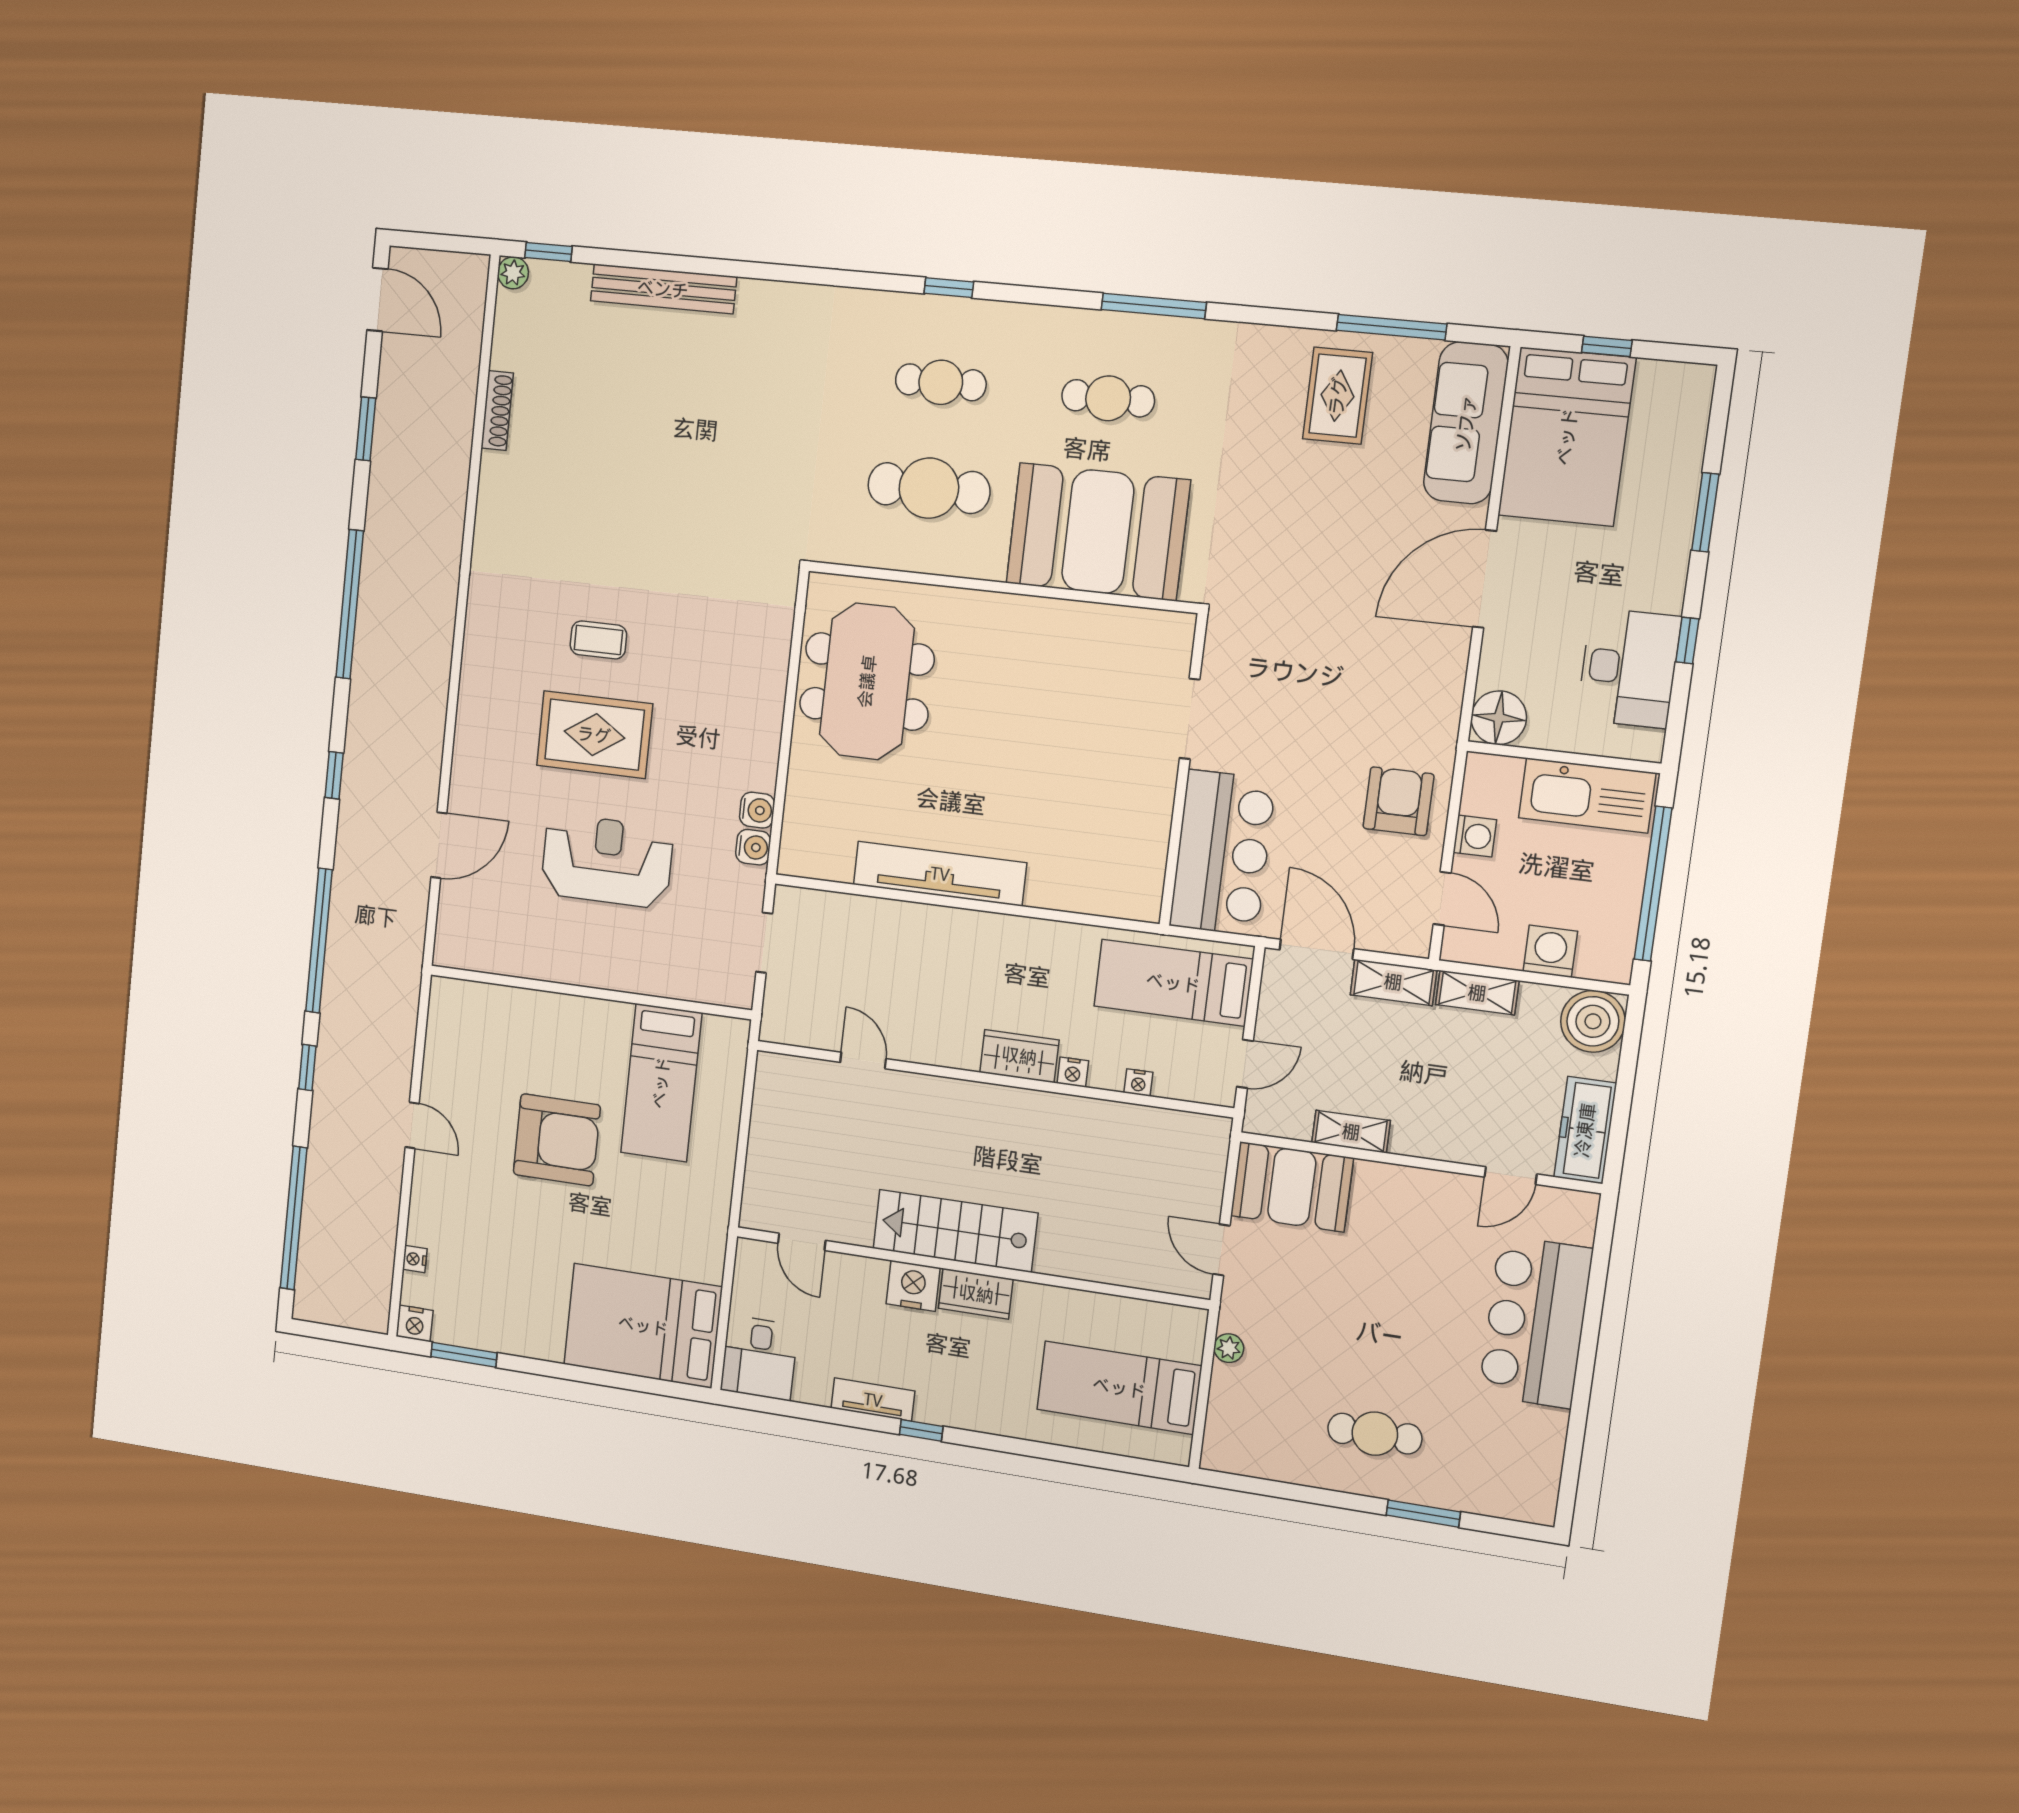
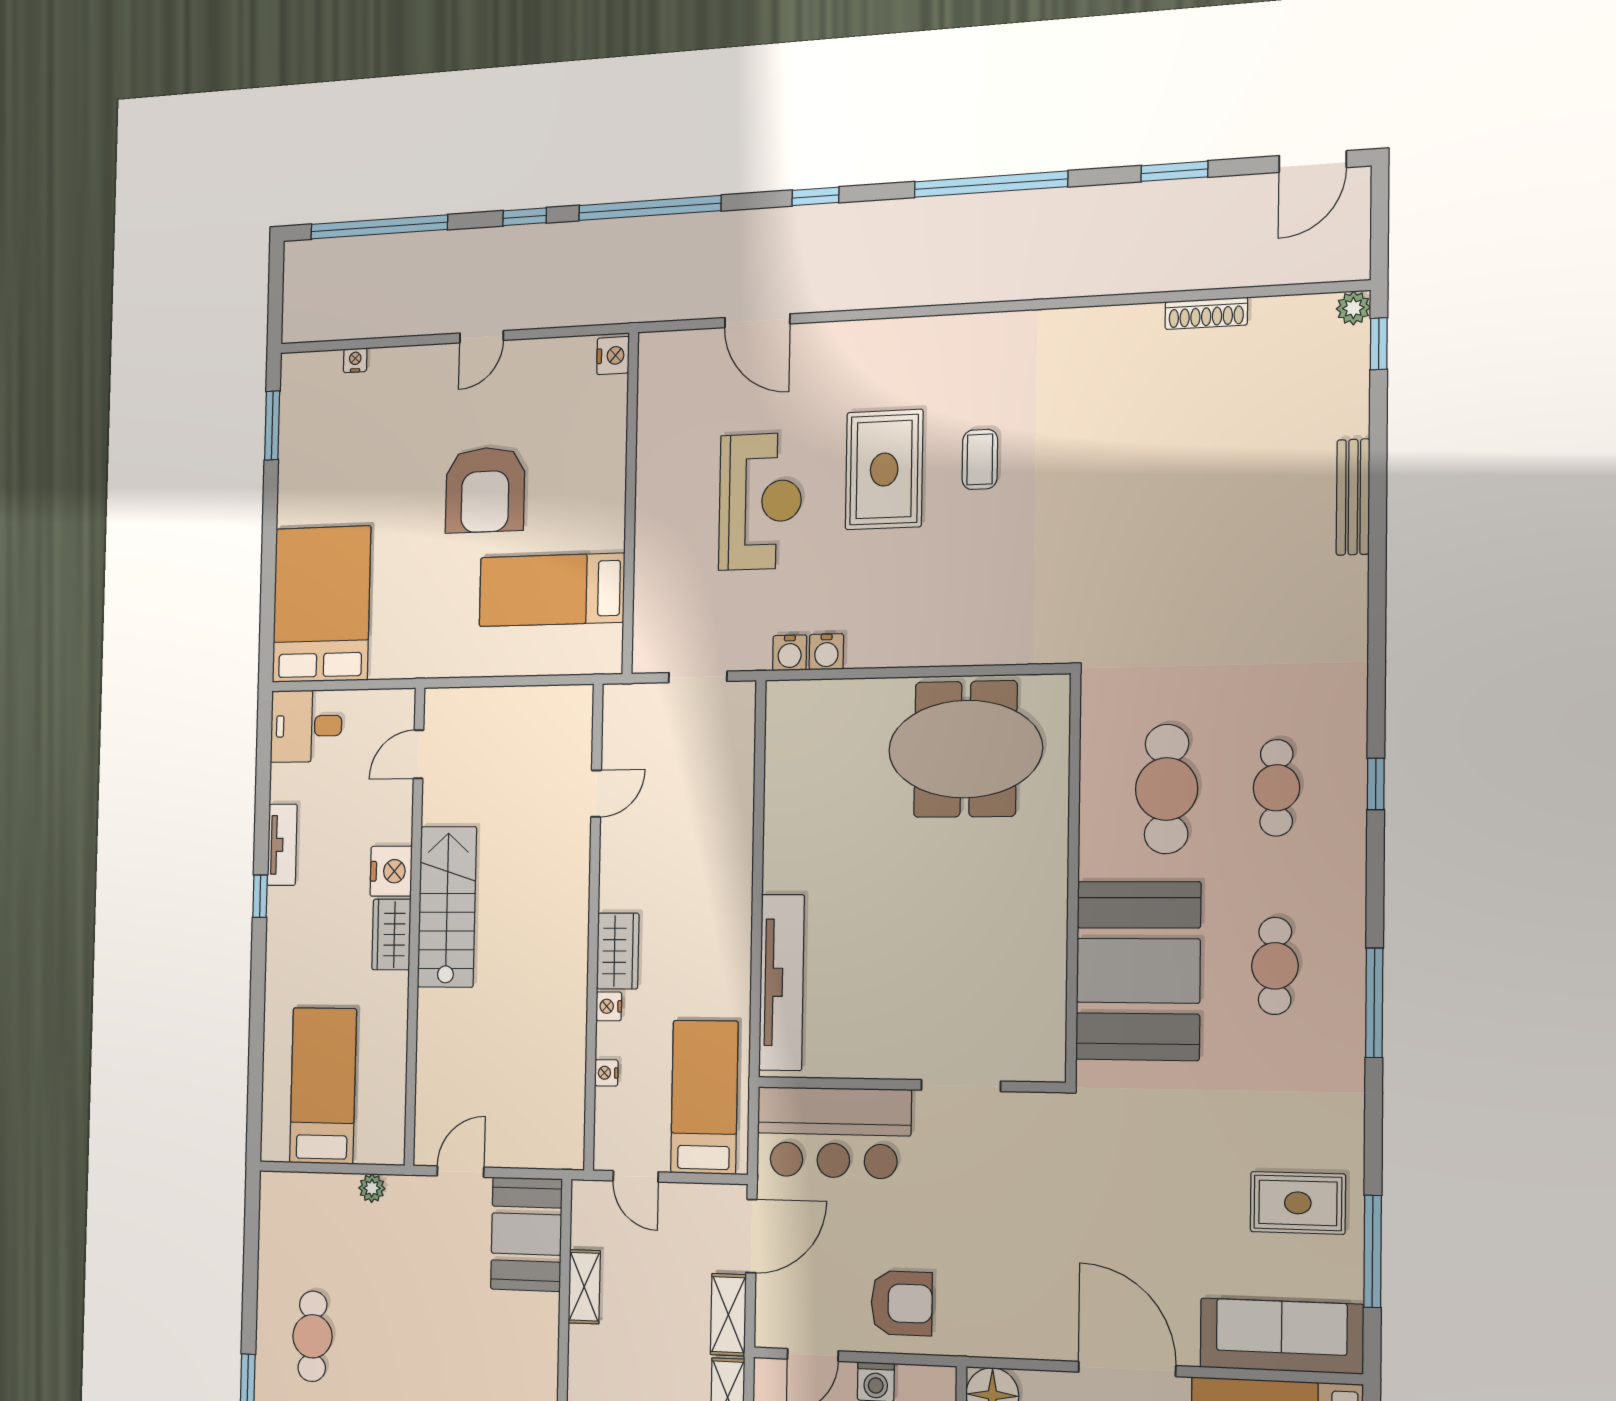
bench: (663, 289) -> (1353, 497), width x0.73, depth x0.82
tv unit: (940, 874) -> (782, 982), moved
nightstand: (415, 1323) -> (613, 356), moved, turned 180

